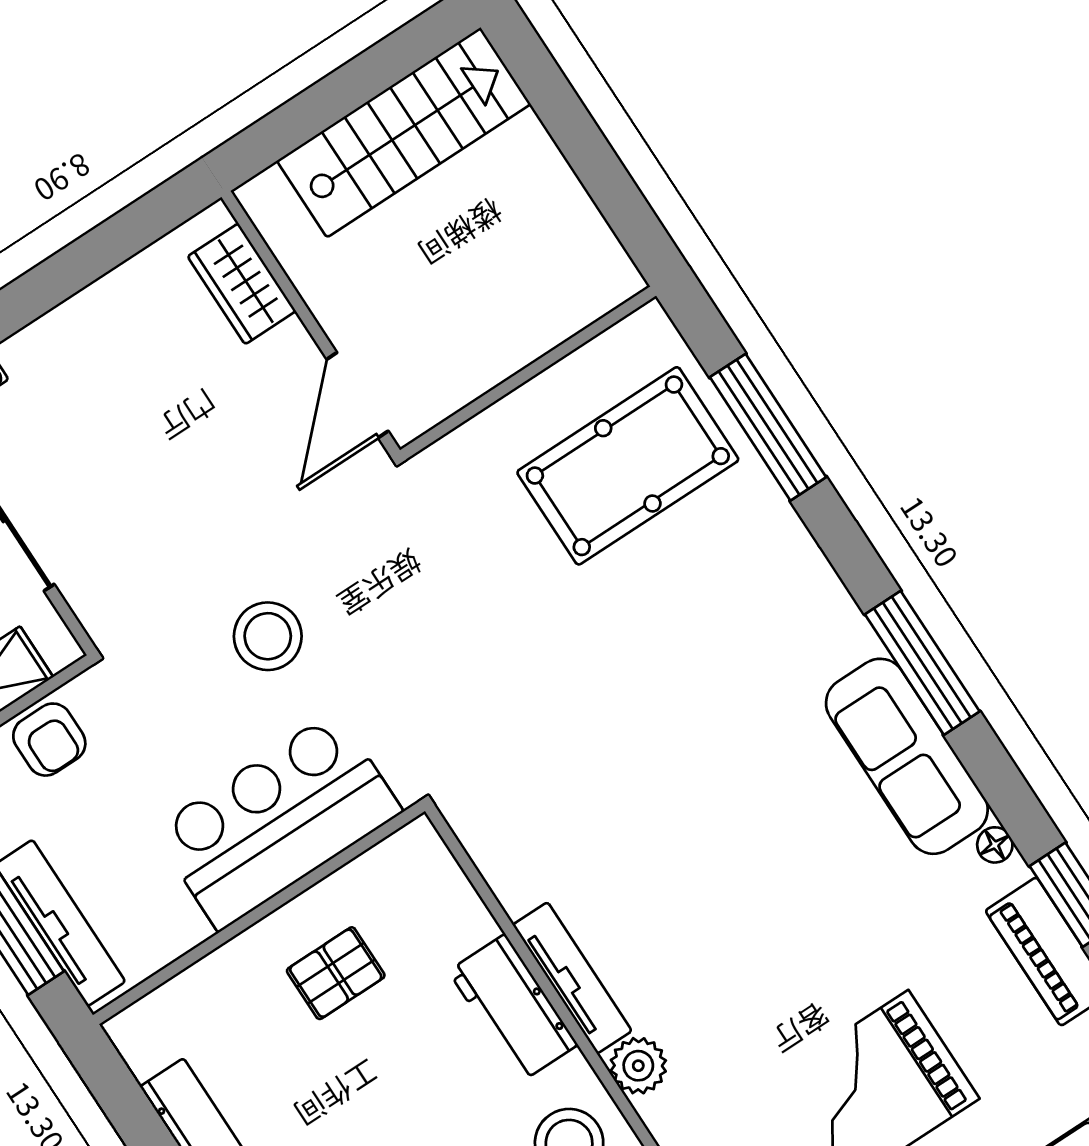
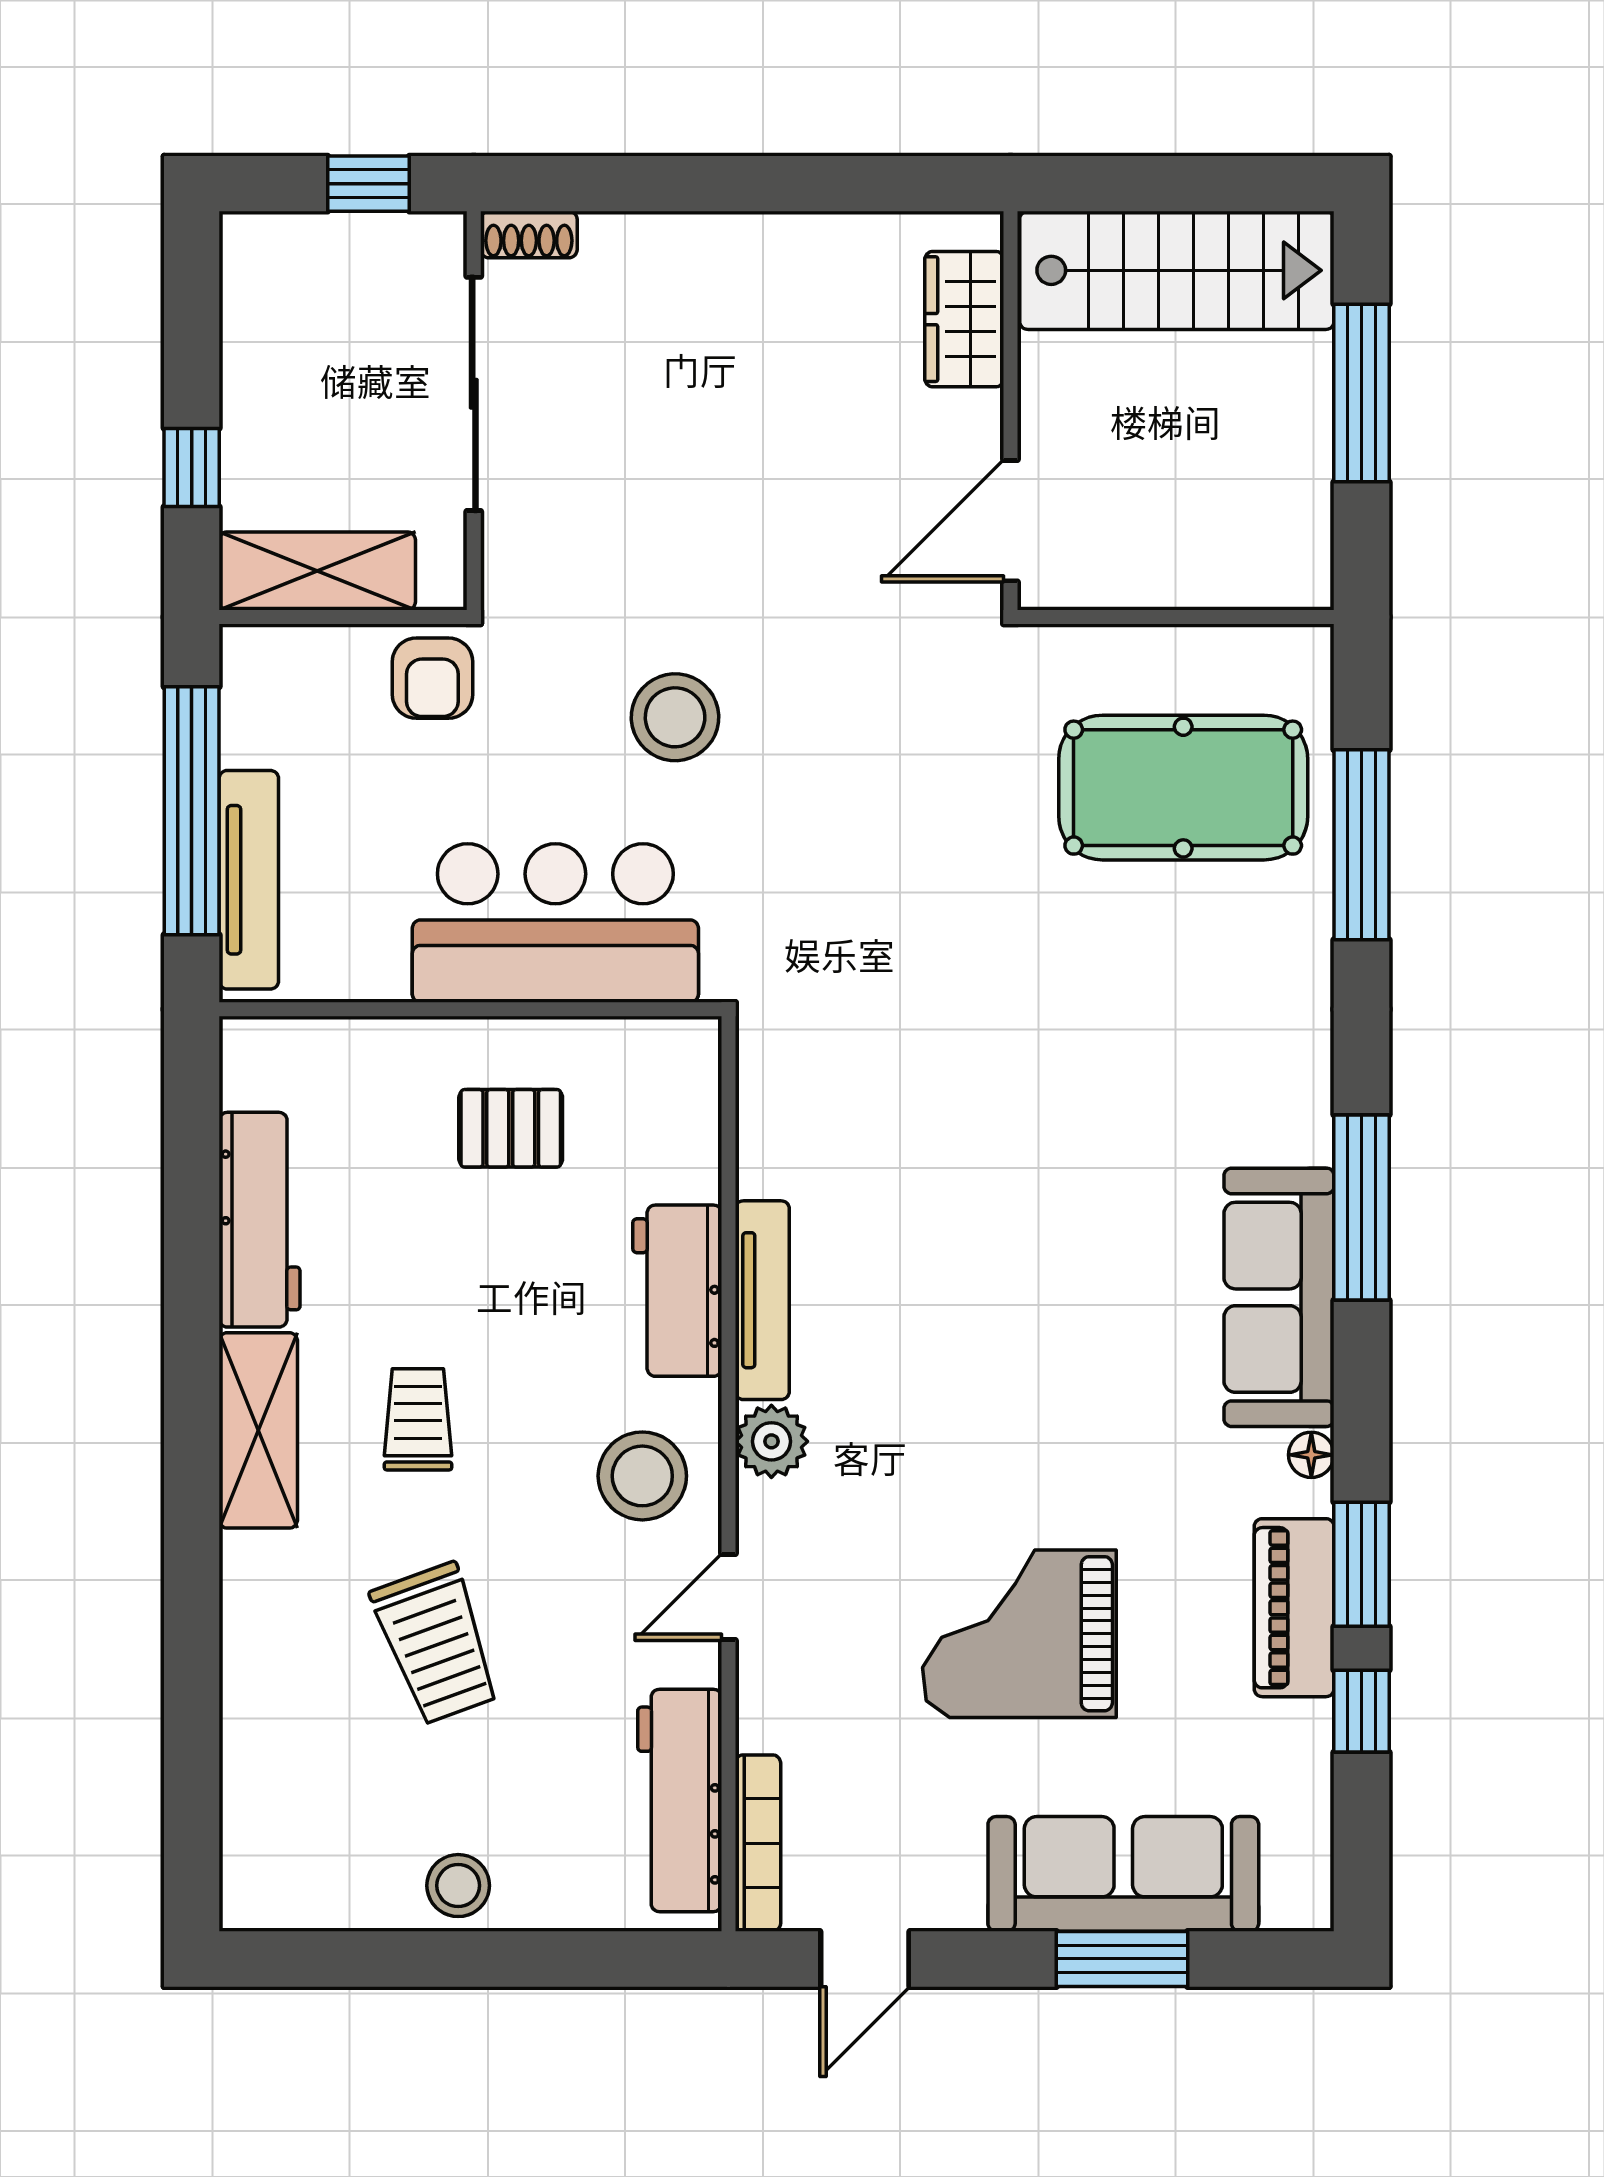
window: (576, 134) -> (1362, 393), added
wardrobe: (242, 284) -> (964, 319), moved
wall: (311, 324) -> (1011, 411), moved
door: (357, 395) -> (1011, 521), moved
armchair: (49, 740) -> (432, 678), moved

